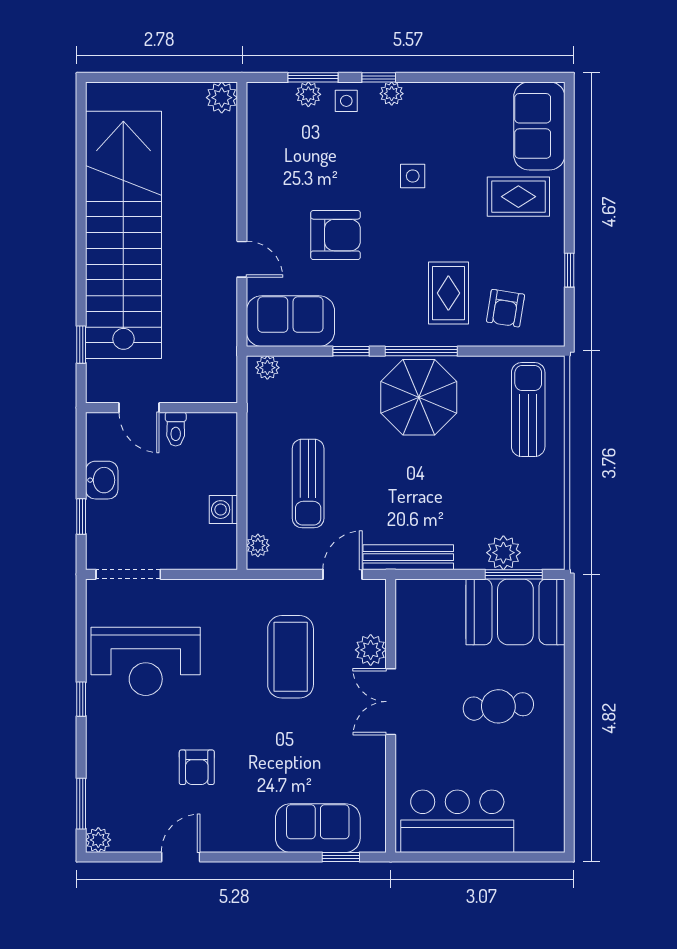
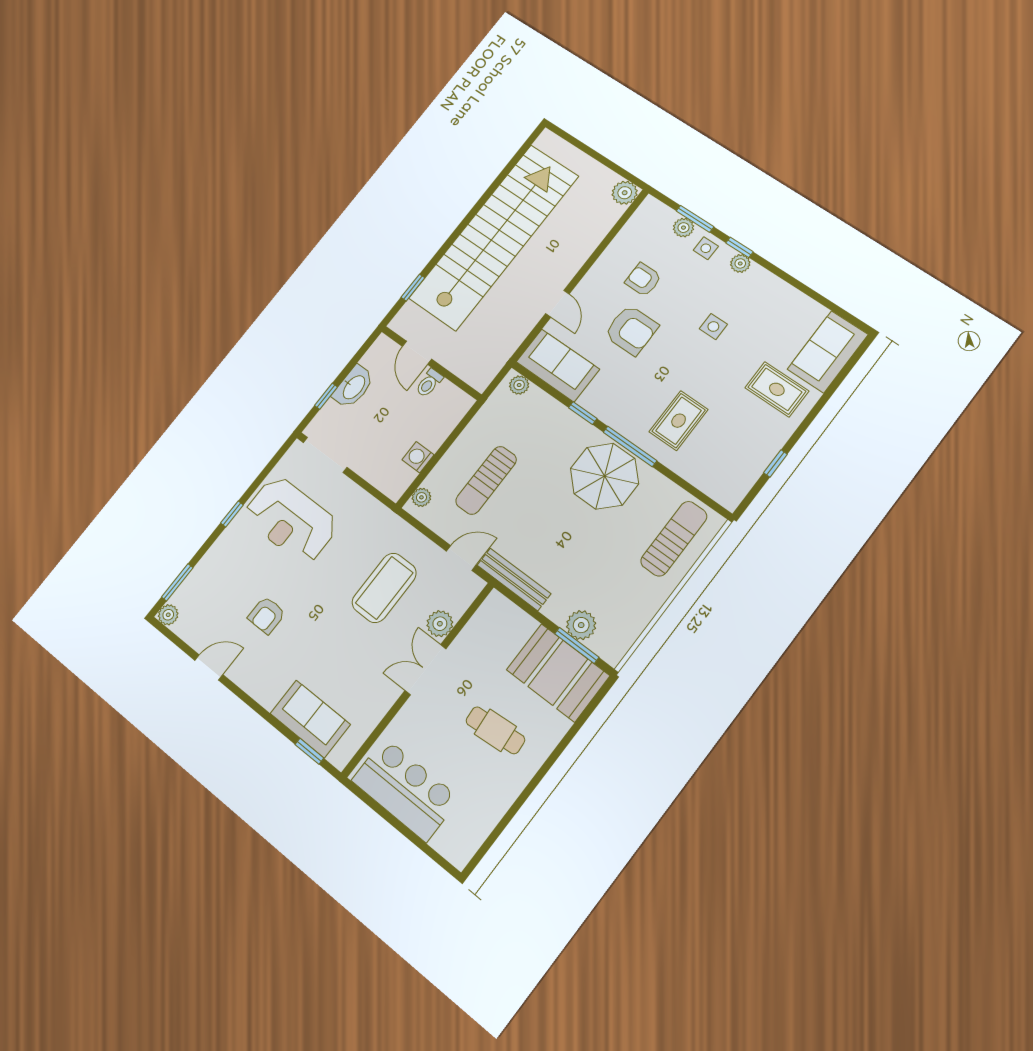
armchair: (505, 308) -> (643, 280), moved, turned 81
washbasin: (102, 480) -> (353, 387), width x1.38

